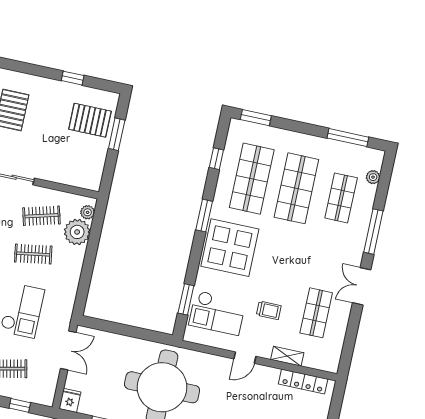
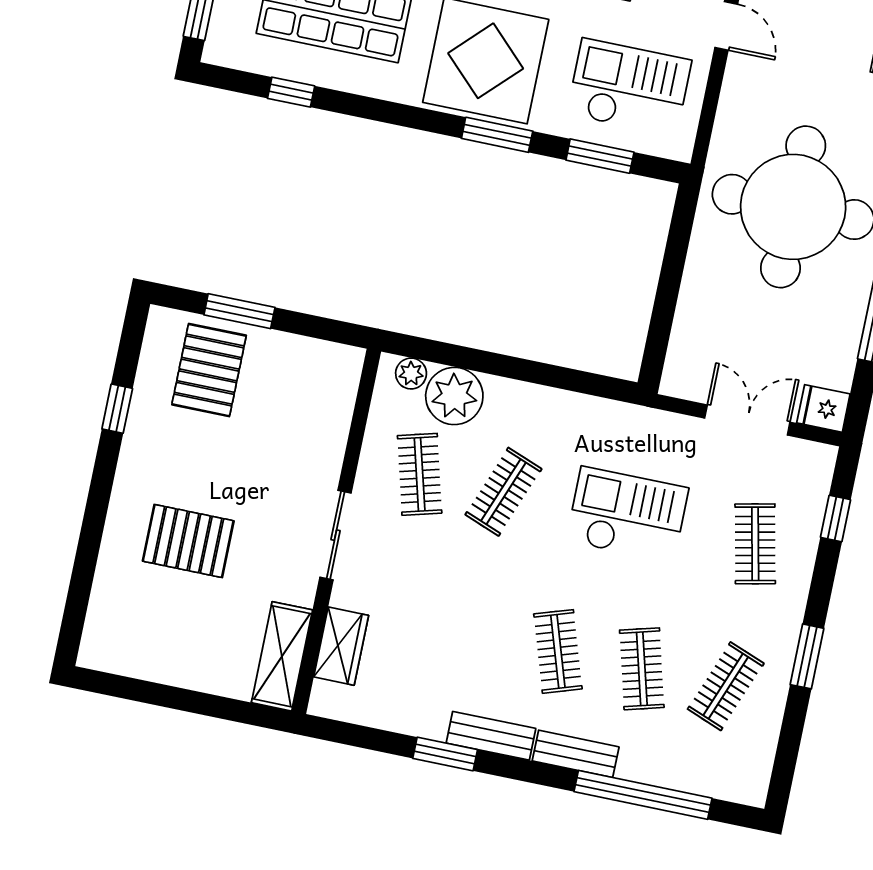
window: (204, 216) -> (497, 135), moved
clothes rail: (33, 254) -> (503, 492), turned 30
checkout: (217, 313) -> (629, 87), turned -90
double door: (68, 350) -> (747, 420), moved

